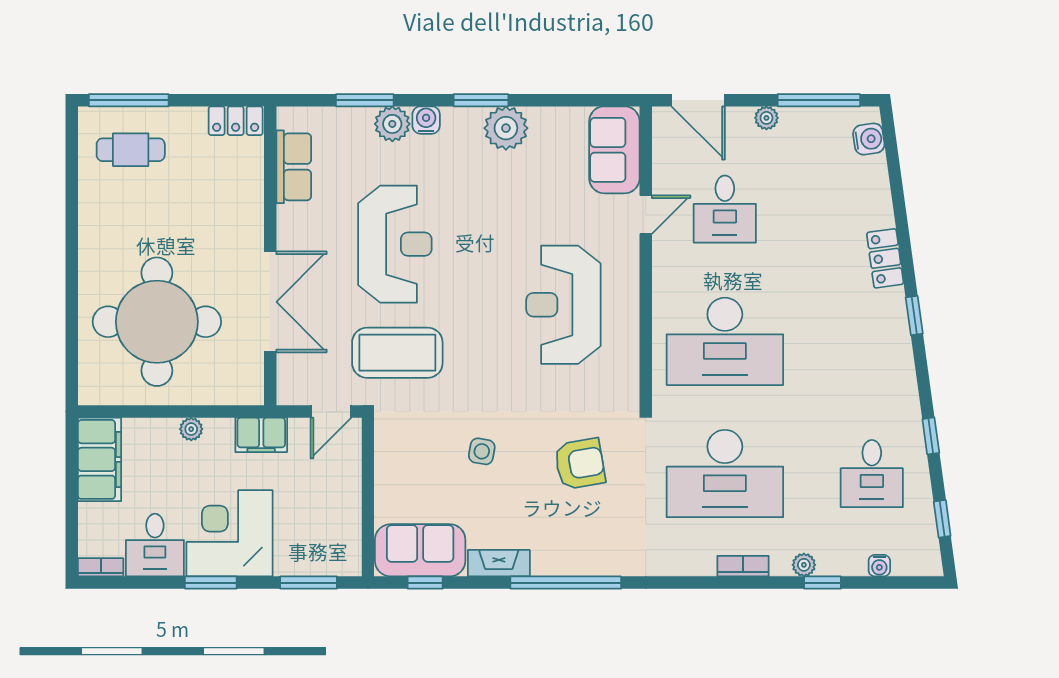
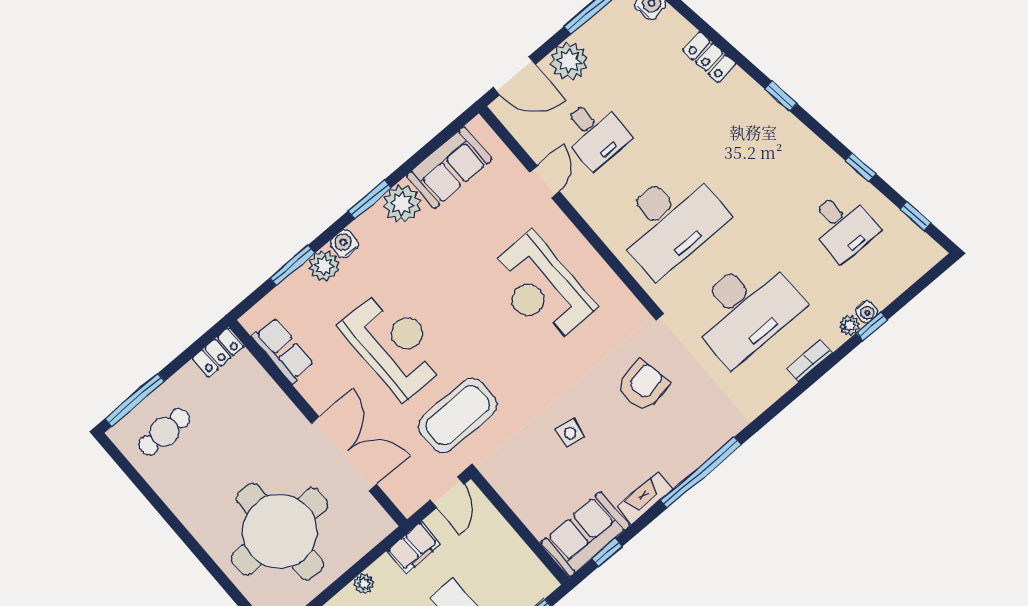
plant: (766, 118) -> (569, 61), width x1.88, depth x1.88
sofa: (614, 150) -> (449, 167), moved, turned -90
locker: (885, 258) -> (709, 57), moved
water cooler: (879, 566) -> (866, 312), moved

